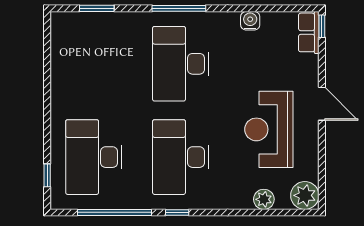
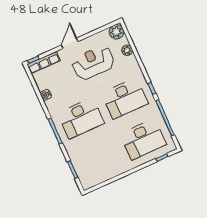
row of seats: (309, 32) -> (44, 62), width x1.48
reception desk: (269, 129) -> (93, 63), turned 180

